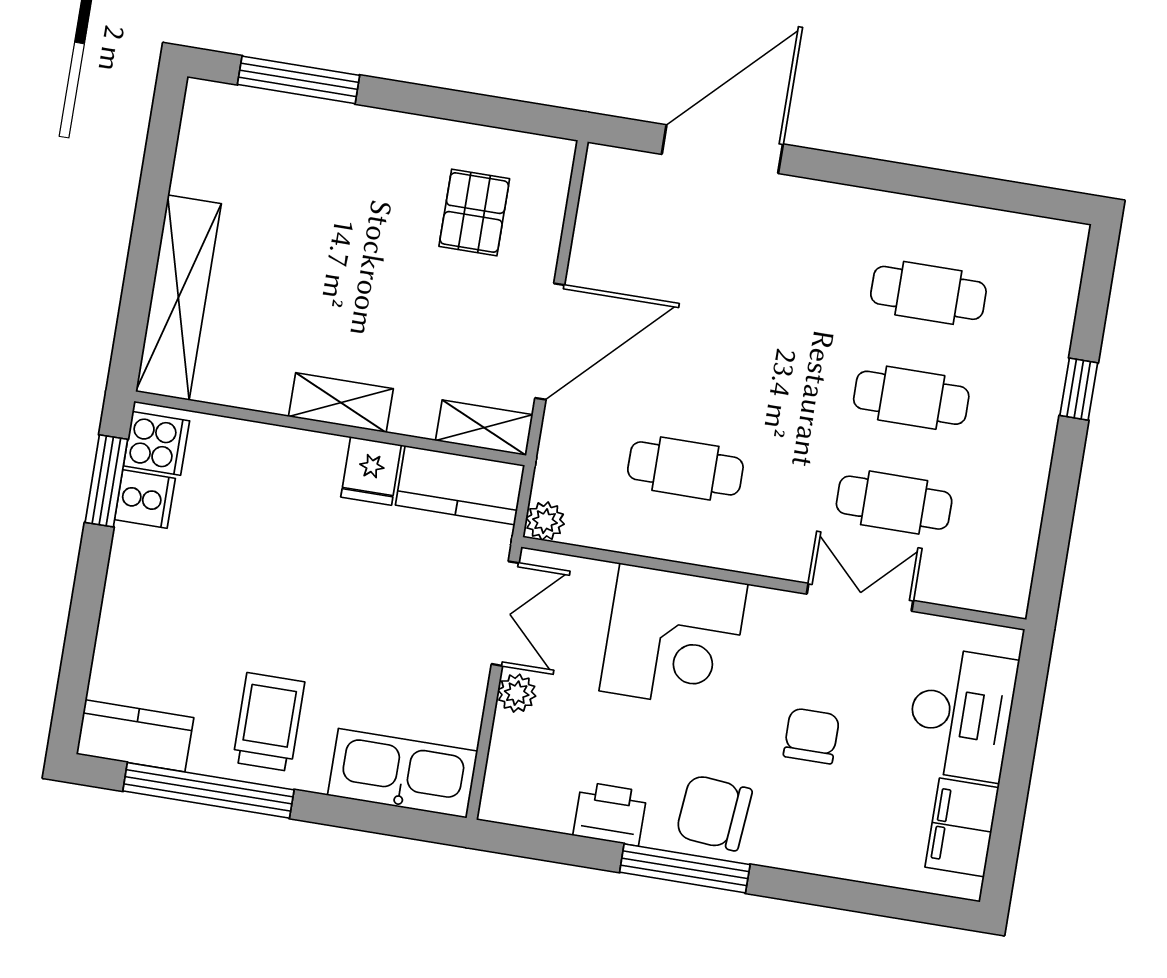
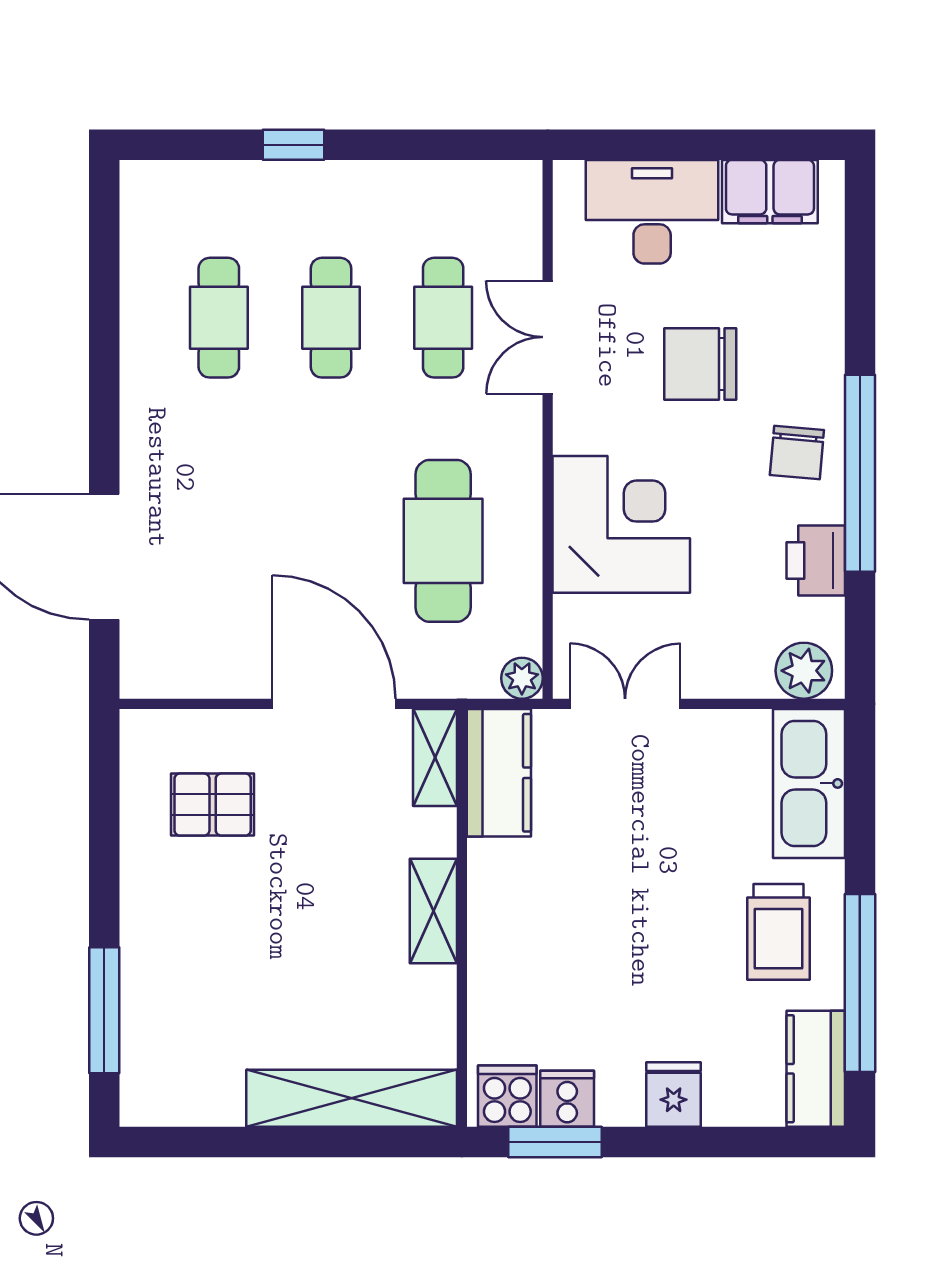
cafe table: (685, 468) -> (443, 541), width x1.37, depth x1.35
fridge: (371, 471) -> (674, 1095), moved, turned -90
plant: (517, 693) -> (804, 671), moved, width x1.38, depth x1.38
trolley: (269, 722) -> (778, 932), turned -90
chair: (811, 736) -> (700, 364), width x1.37, depth x1.37
chair: (714, 813) -> (797, 452), width x0.73, depth x0.73
window: (685, 868) -> (860, 473), width x1.46

